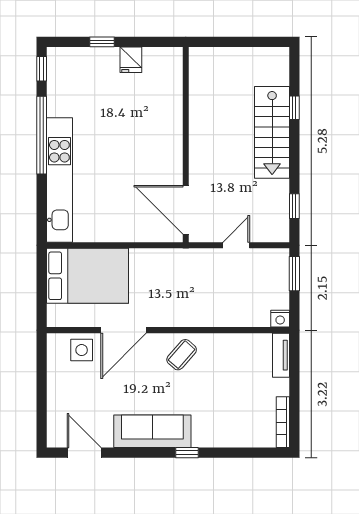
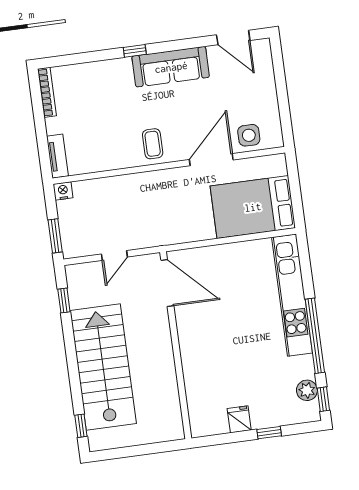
plant: (57, 80) -> (307, 390), added
window: (294, 108) -> (81, 426), moved
stairs: (272, 132) -> (103, 367), width x1.36, depth x1.51
coffee table: (182, 355) -> (153, 144), turned -41

